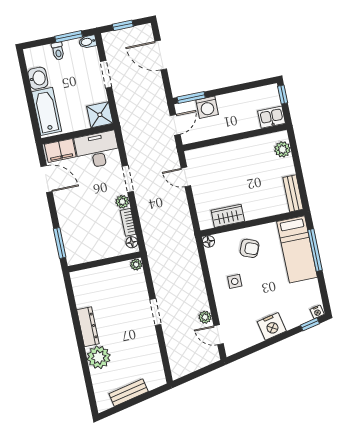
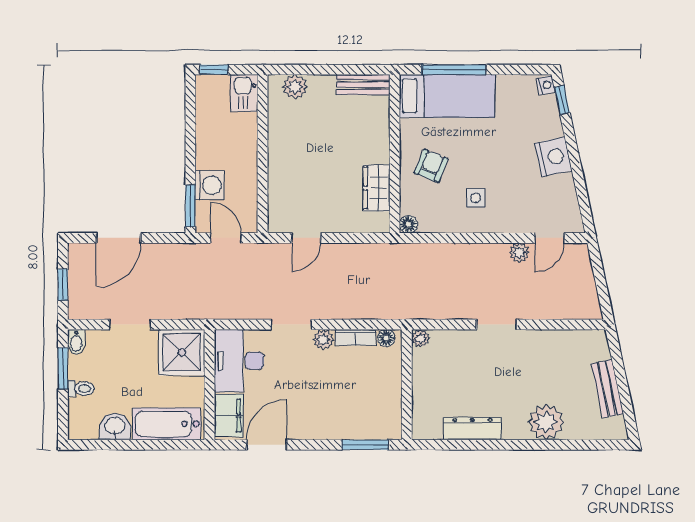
shower: (100, 115) -> (182, 352), width x1.36, depth x1.36
dresser: (88, 327) -> (472, 429), moved

